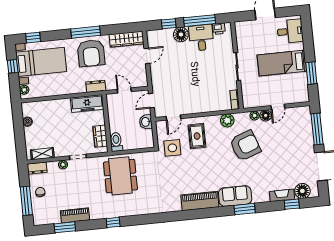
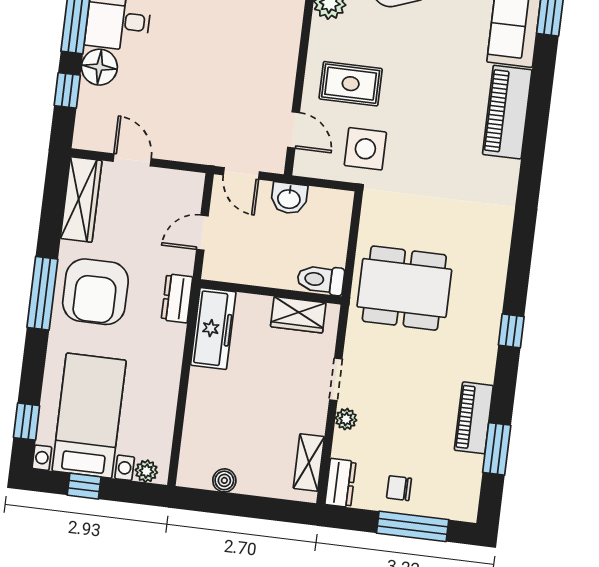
armchair: (91, 53) -> (95, 292), turned 90

